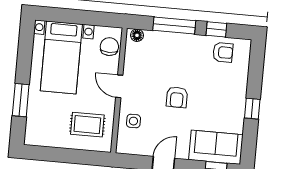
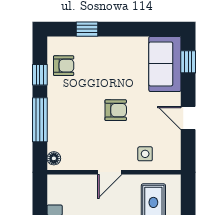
chair: (109, 47) -> (68, 187), removed
armchair: (223, 52) -> (64, 66), turned 90
window: (252, 109) -> (87, 29), moved

